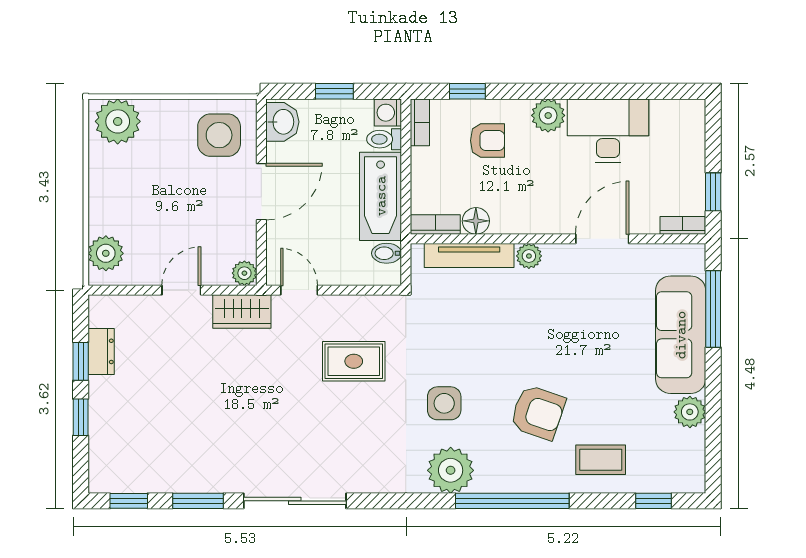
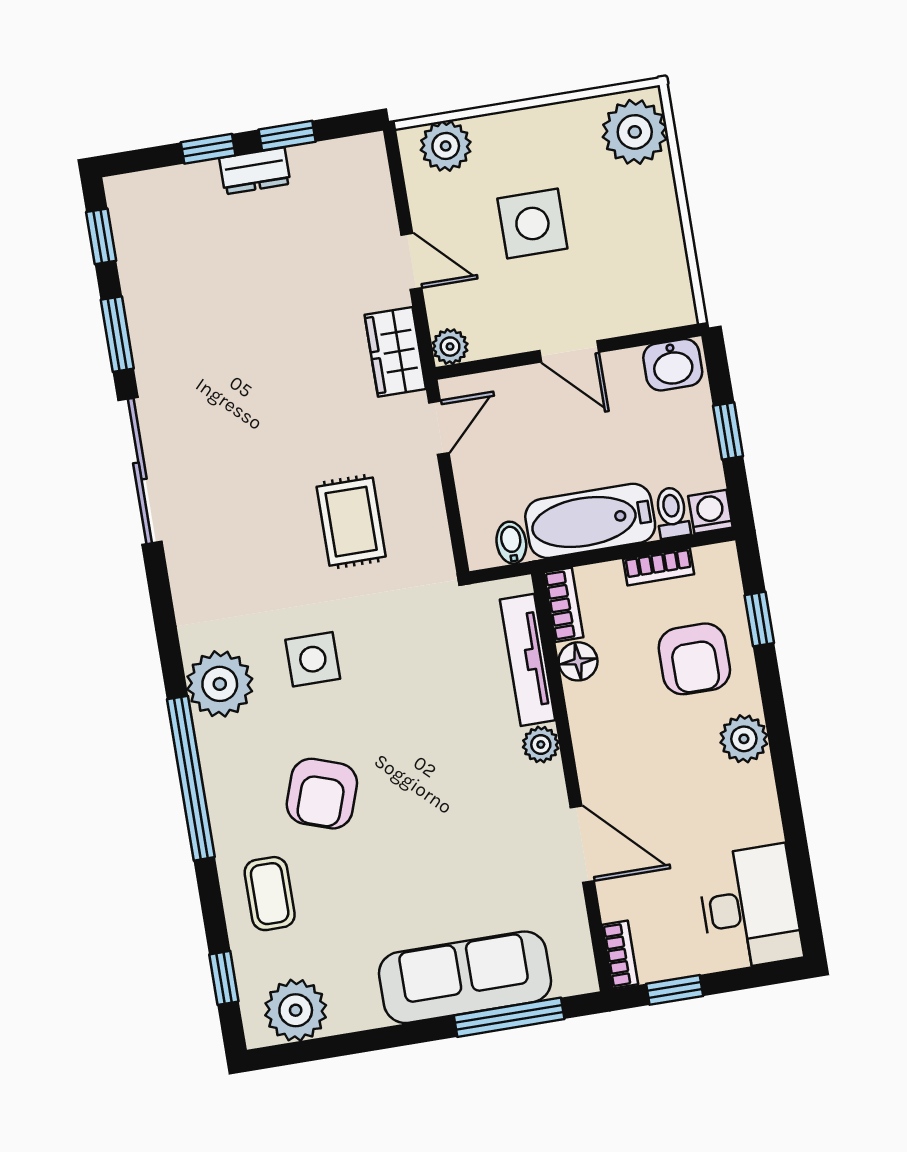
bookcase: (420, 122) -> (659, 567), moved
desk: (608, 131) -> (750, 907), moved
side table: (219, 135) -> (532, 224), moved
armchair: (488, 141) -> (694, 659), width x1.38, depth x1.38
door: (261, 192) -> (569, 351), width x0.73
dresser: (101, 351) -> (255, 171), moved
plant: (690, 412) -> (296, 1010), moved, width x1.36, depth x1.36

